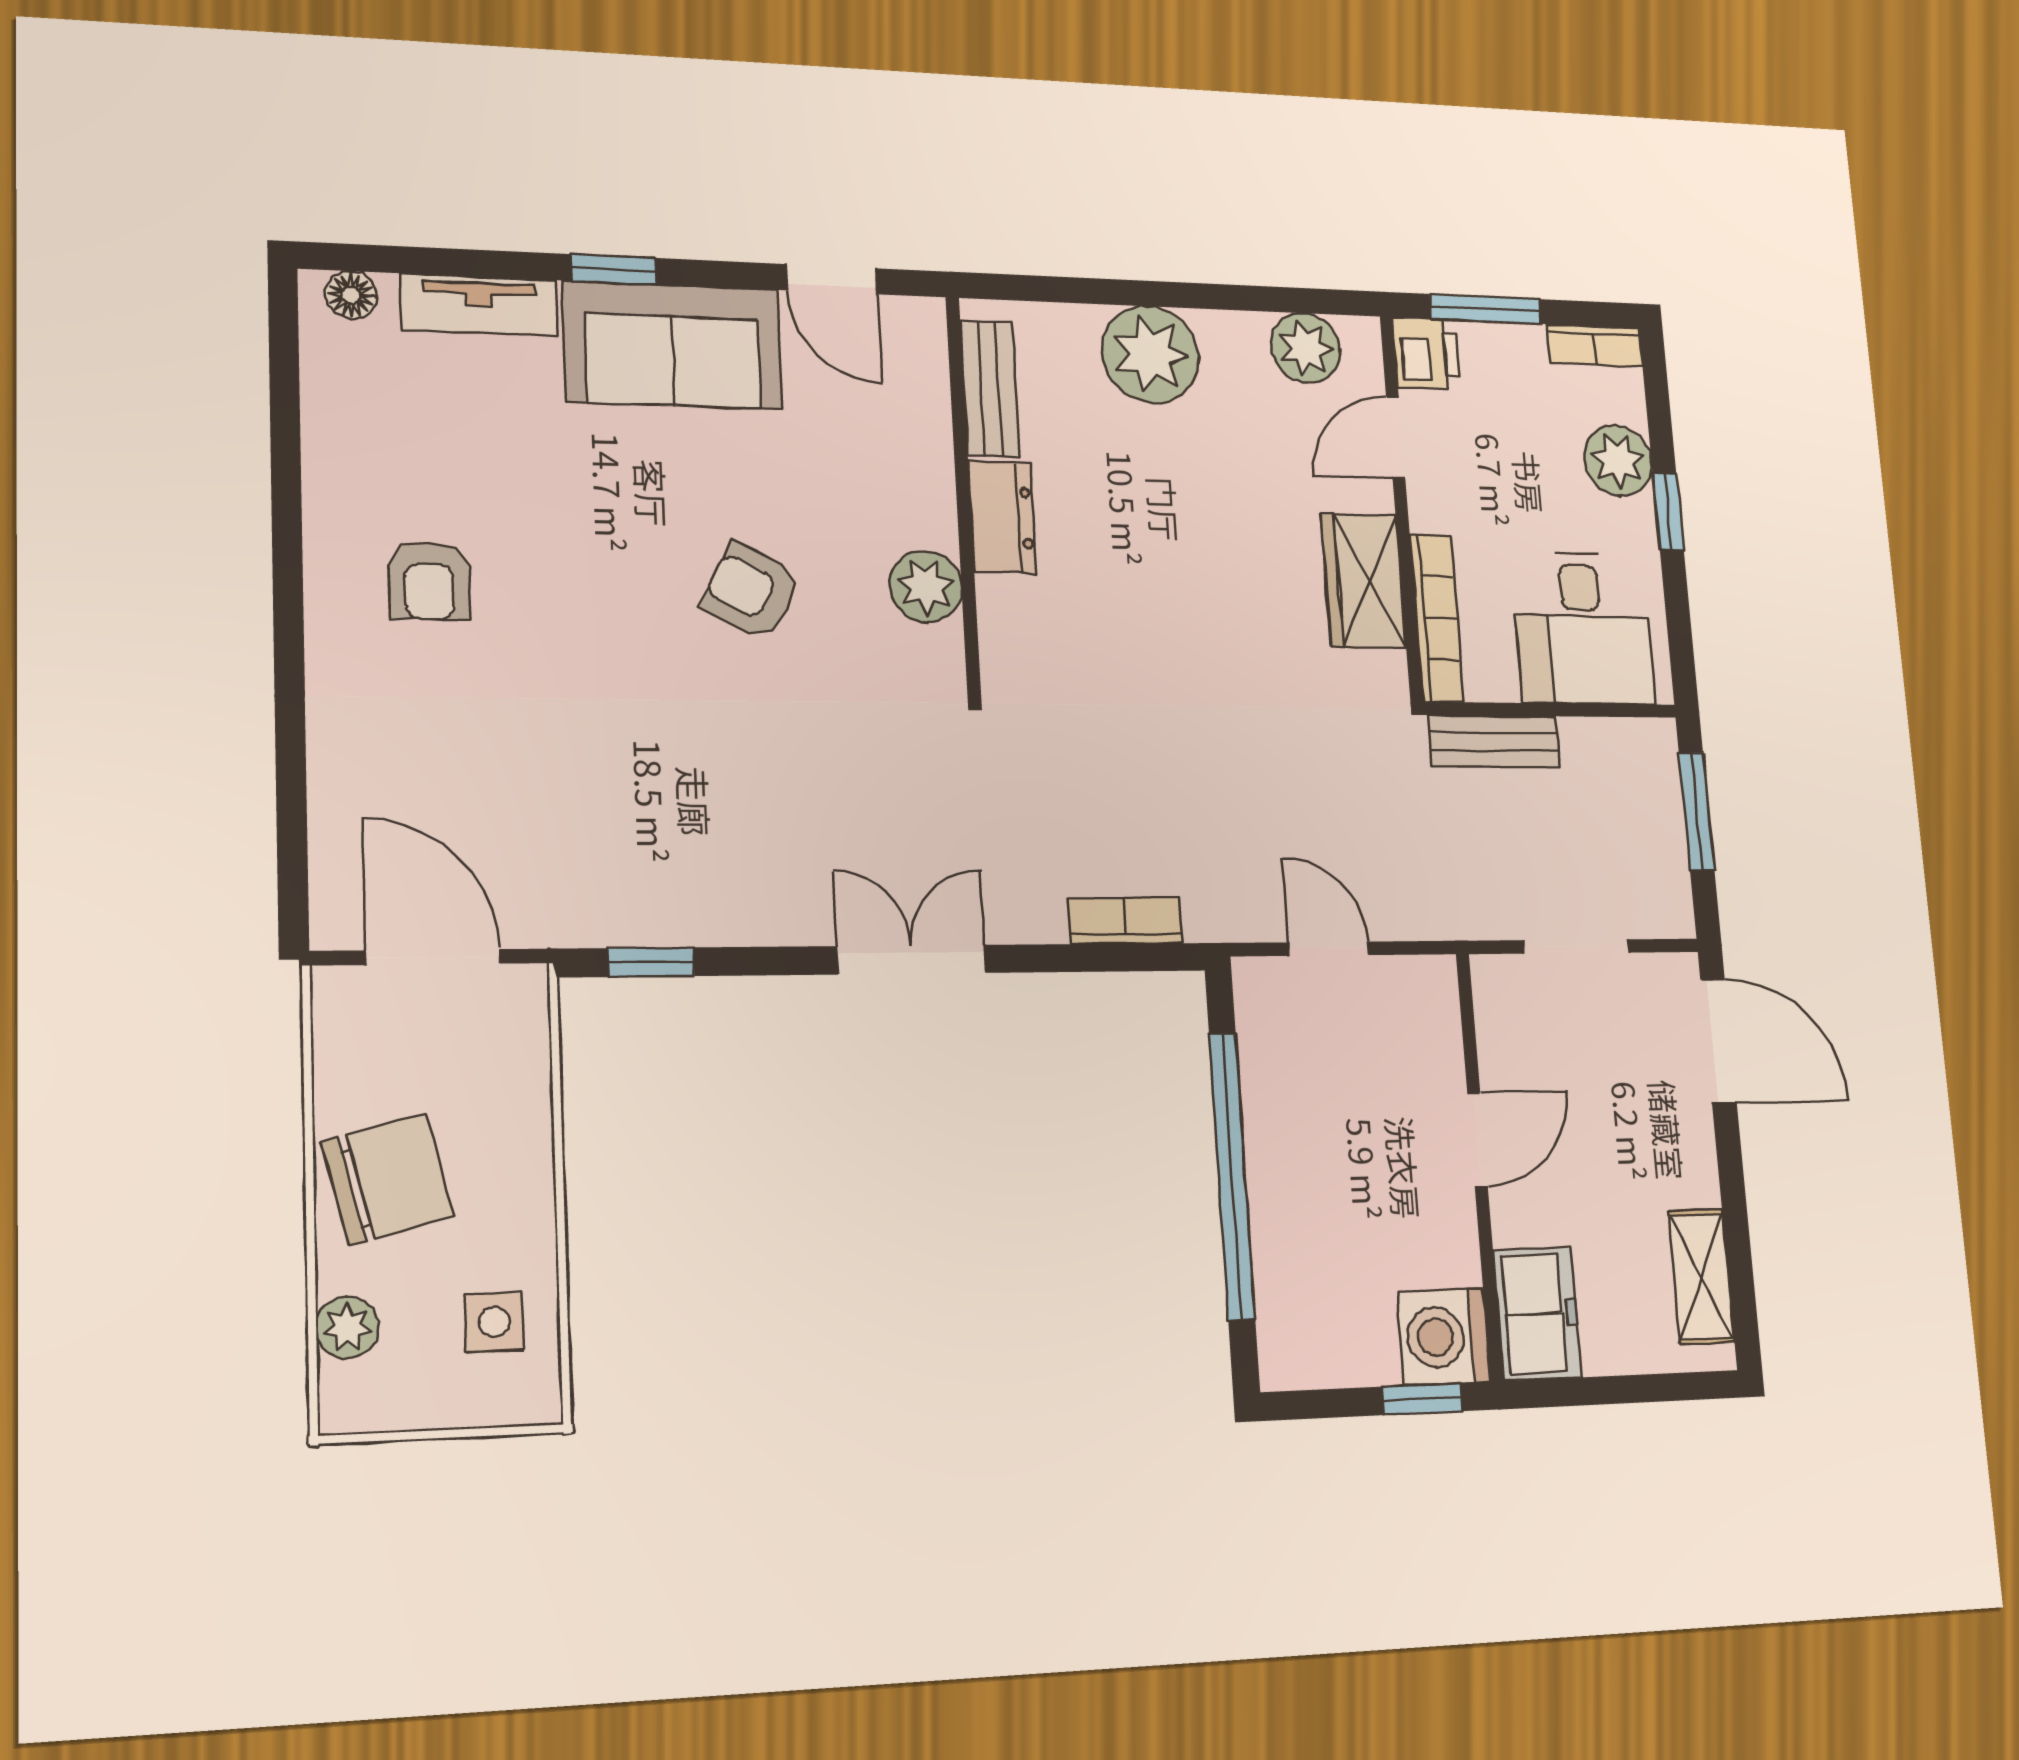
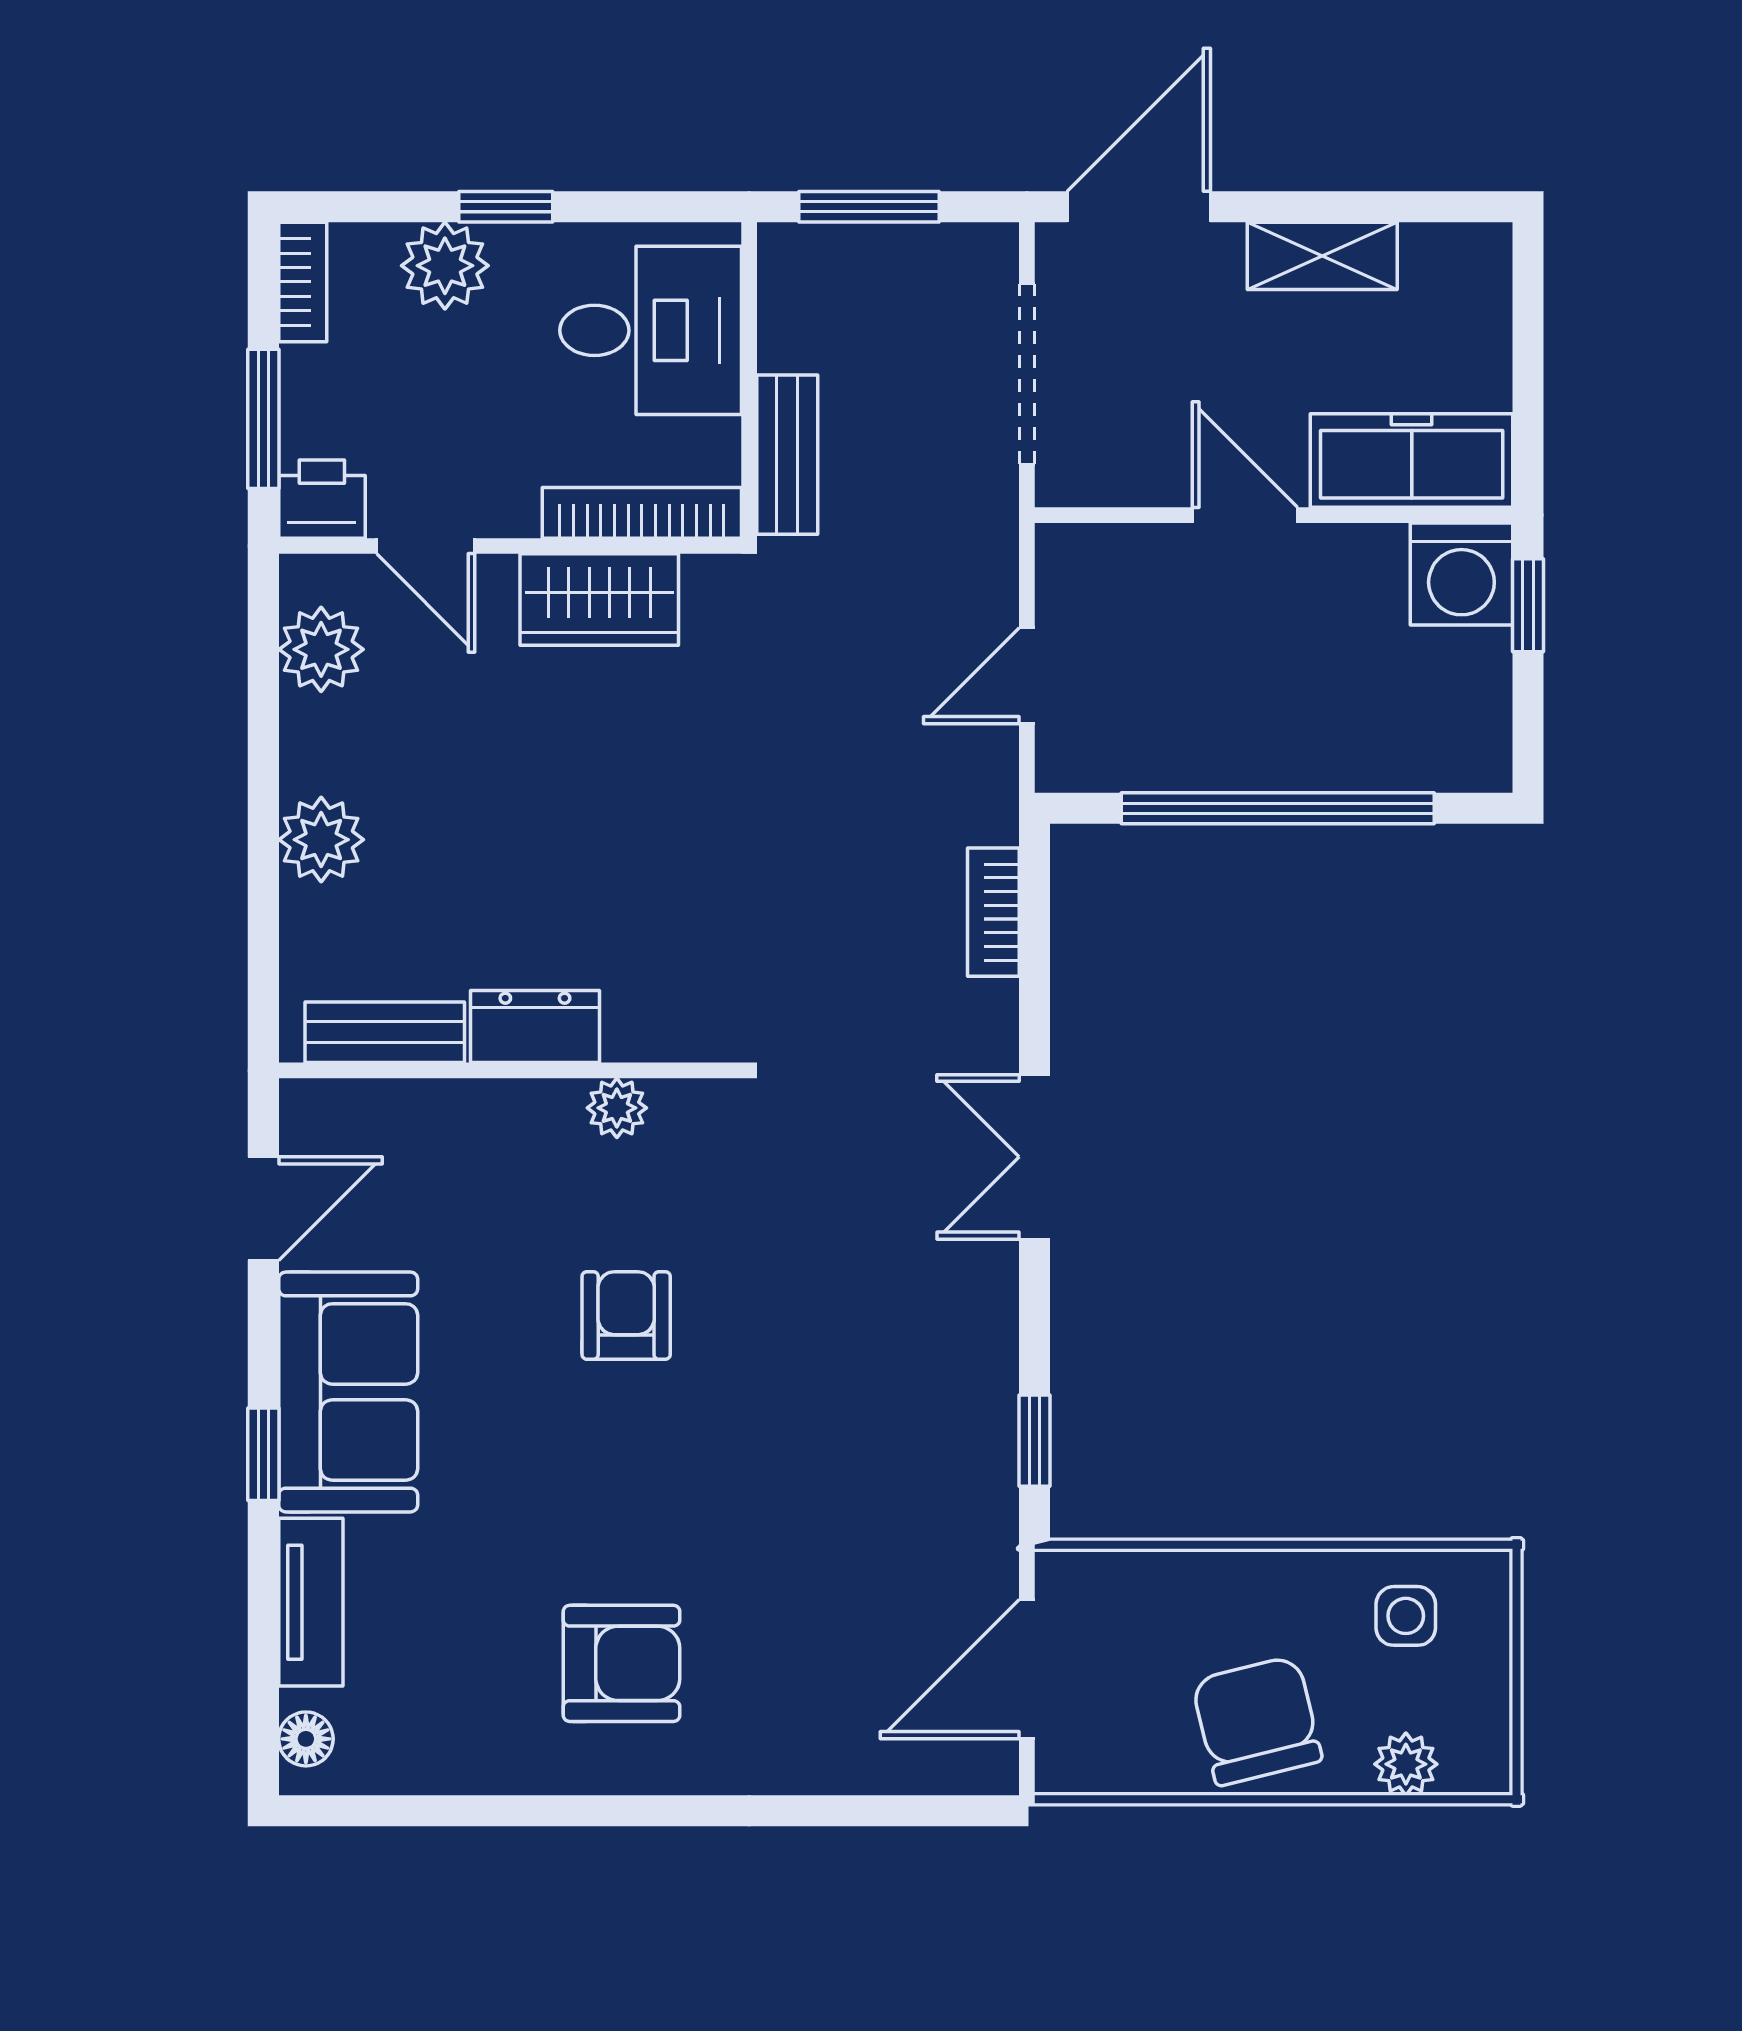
plant: (1150, 354) -> (321, 840), width x0.73, depth x0.73
armchair: (429, 581) -> (622, 1663), width x1.38, depth x1.38
plant: (926, 587) -> (617, 1108), width x0.73, depth x0.73
armchair: (751, 591) -> (626, 1315), turned 153
doorway: (1576, 946) -> (1027, 374), width x1.38
shelving: (1701, 1277) -> (1322, 256), moved
freezer: (1537, 1314) -> (1412, 461), width x1.40

